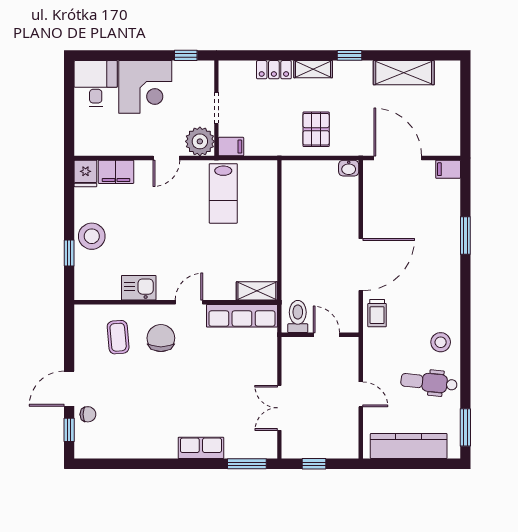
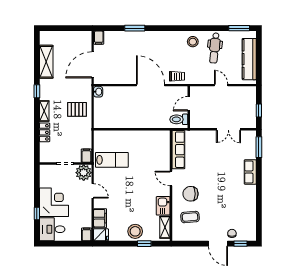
window: (186, 55) -> (37, 213), moved
filing cabinet: (86, 147) -> (87, 234), added
shelving: (257, 291) -> (165, 227), moved
door: (361, 394) -> (221, 85), hinge flipped

